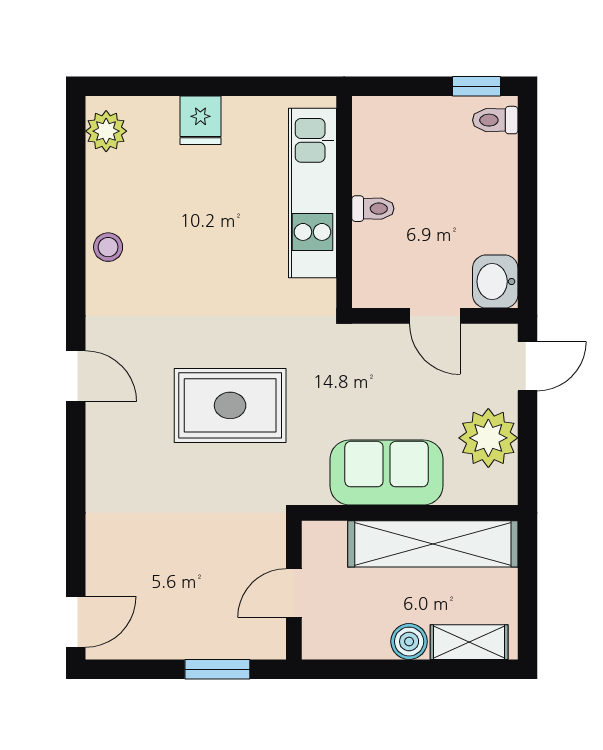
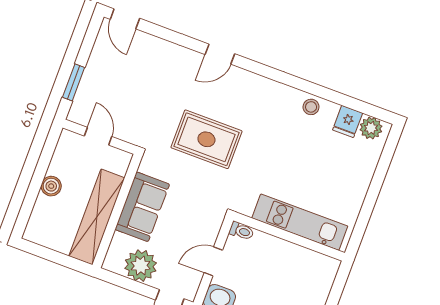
fridge: (200, 120) -> (348, 121), moved, turned -90
toilet: (373, 209) -> (241, 231), moved, turned -90
door: (76, 376) -> (220, 54), moved
rug: (230, 405) -> (206, 139), turned 90
shelving: (469, 642) -> (39, 217), removed

